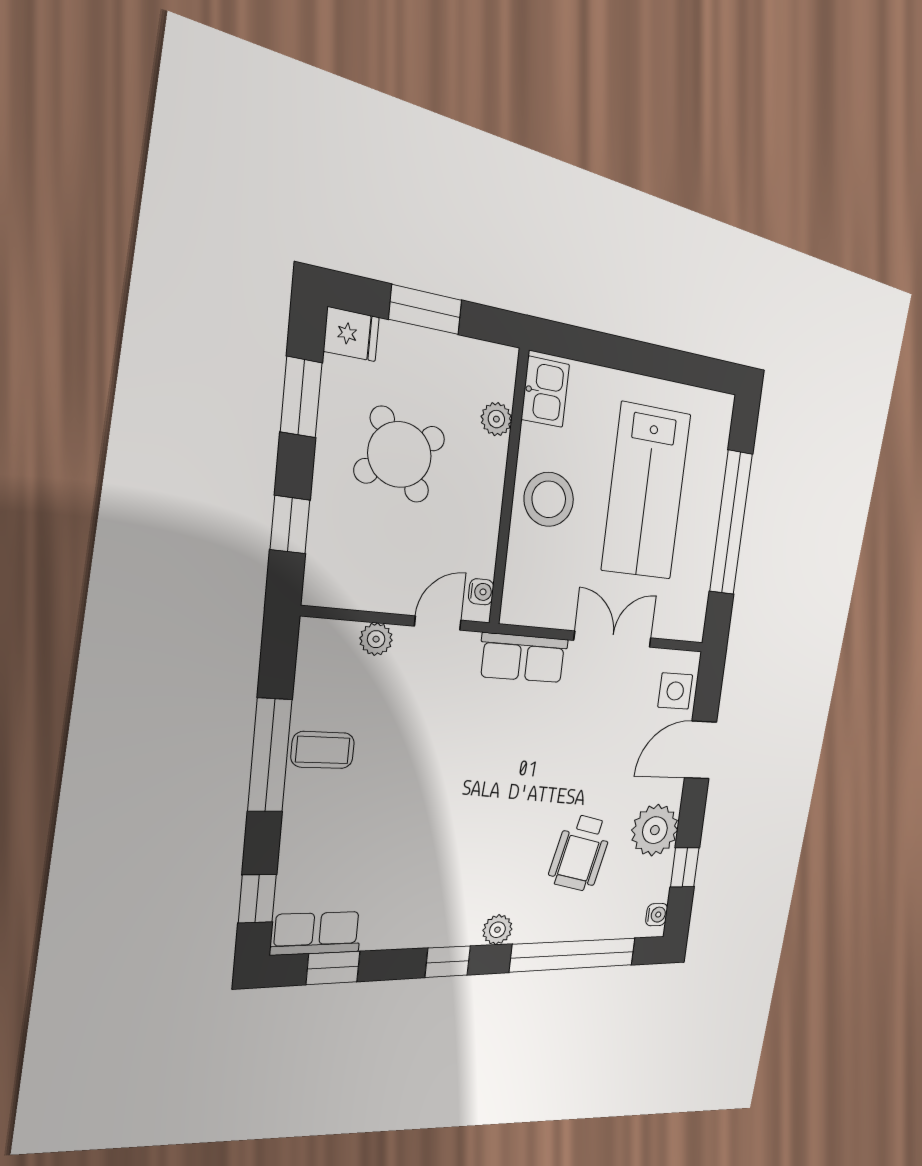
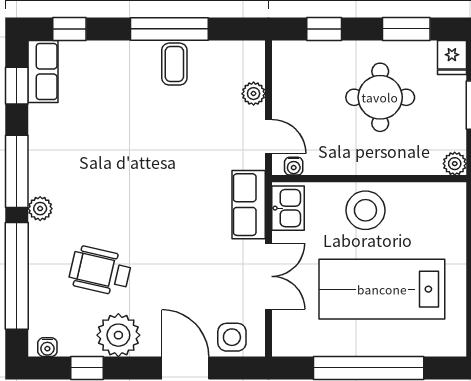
kitchen sink: (545, 392) -> (288, 208), moved, turned -90
plant: (496, 419) -> (455, 164), moved
round table: (400, 455) -> (380, 97), turned 33
window: (448, 962) -> (17, 171), width x2.17

